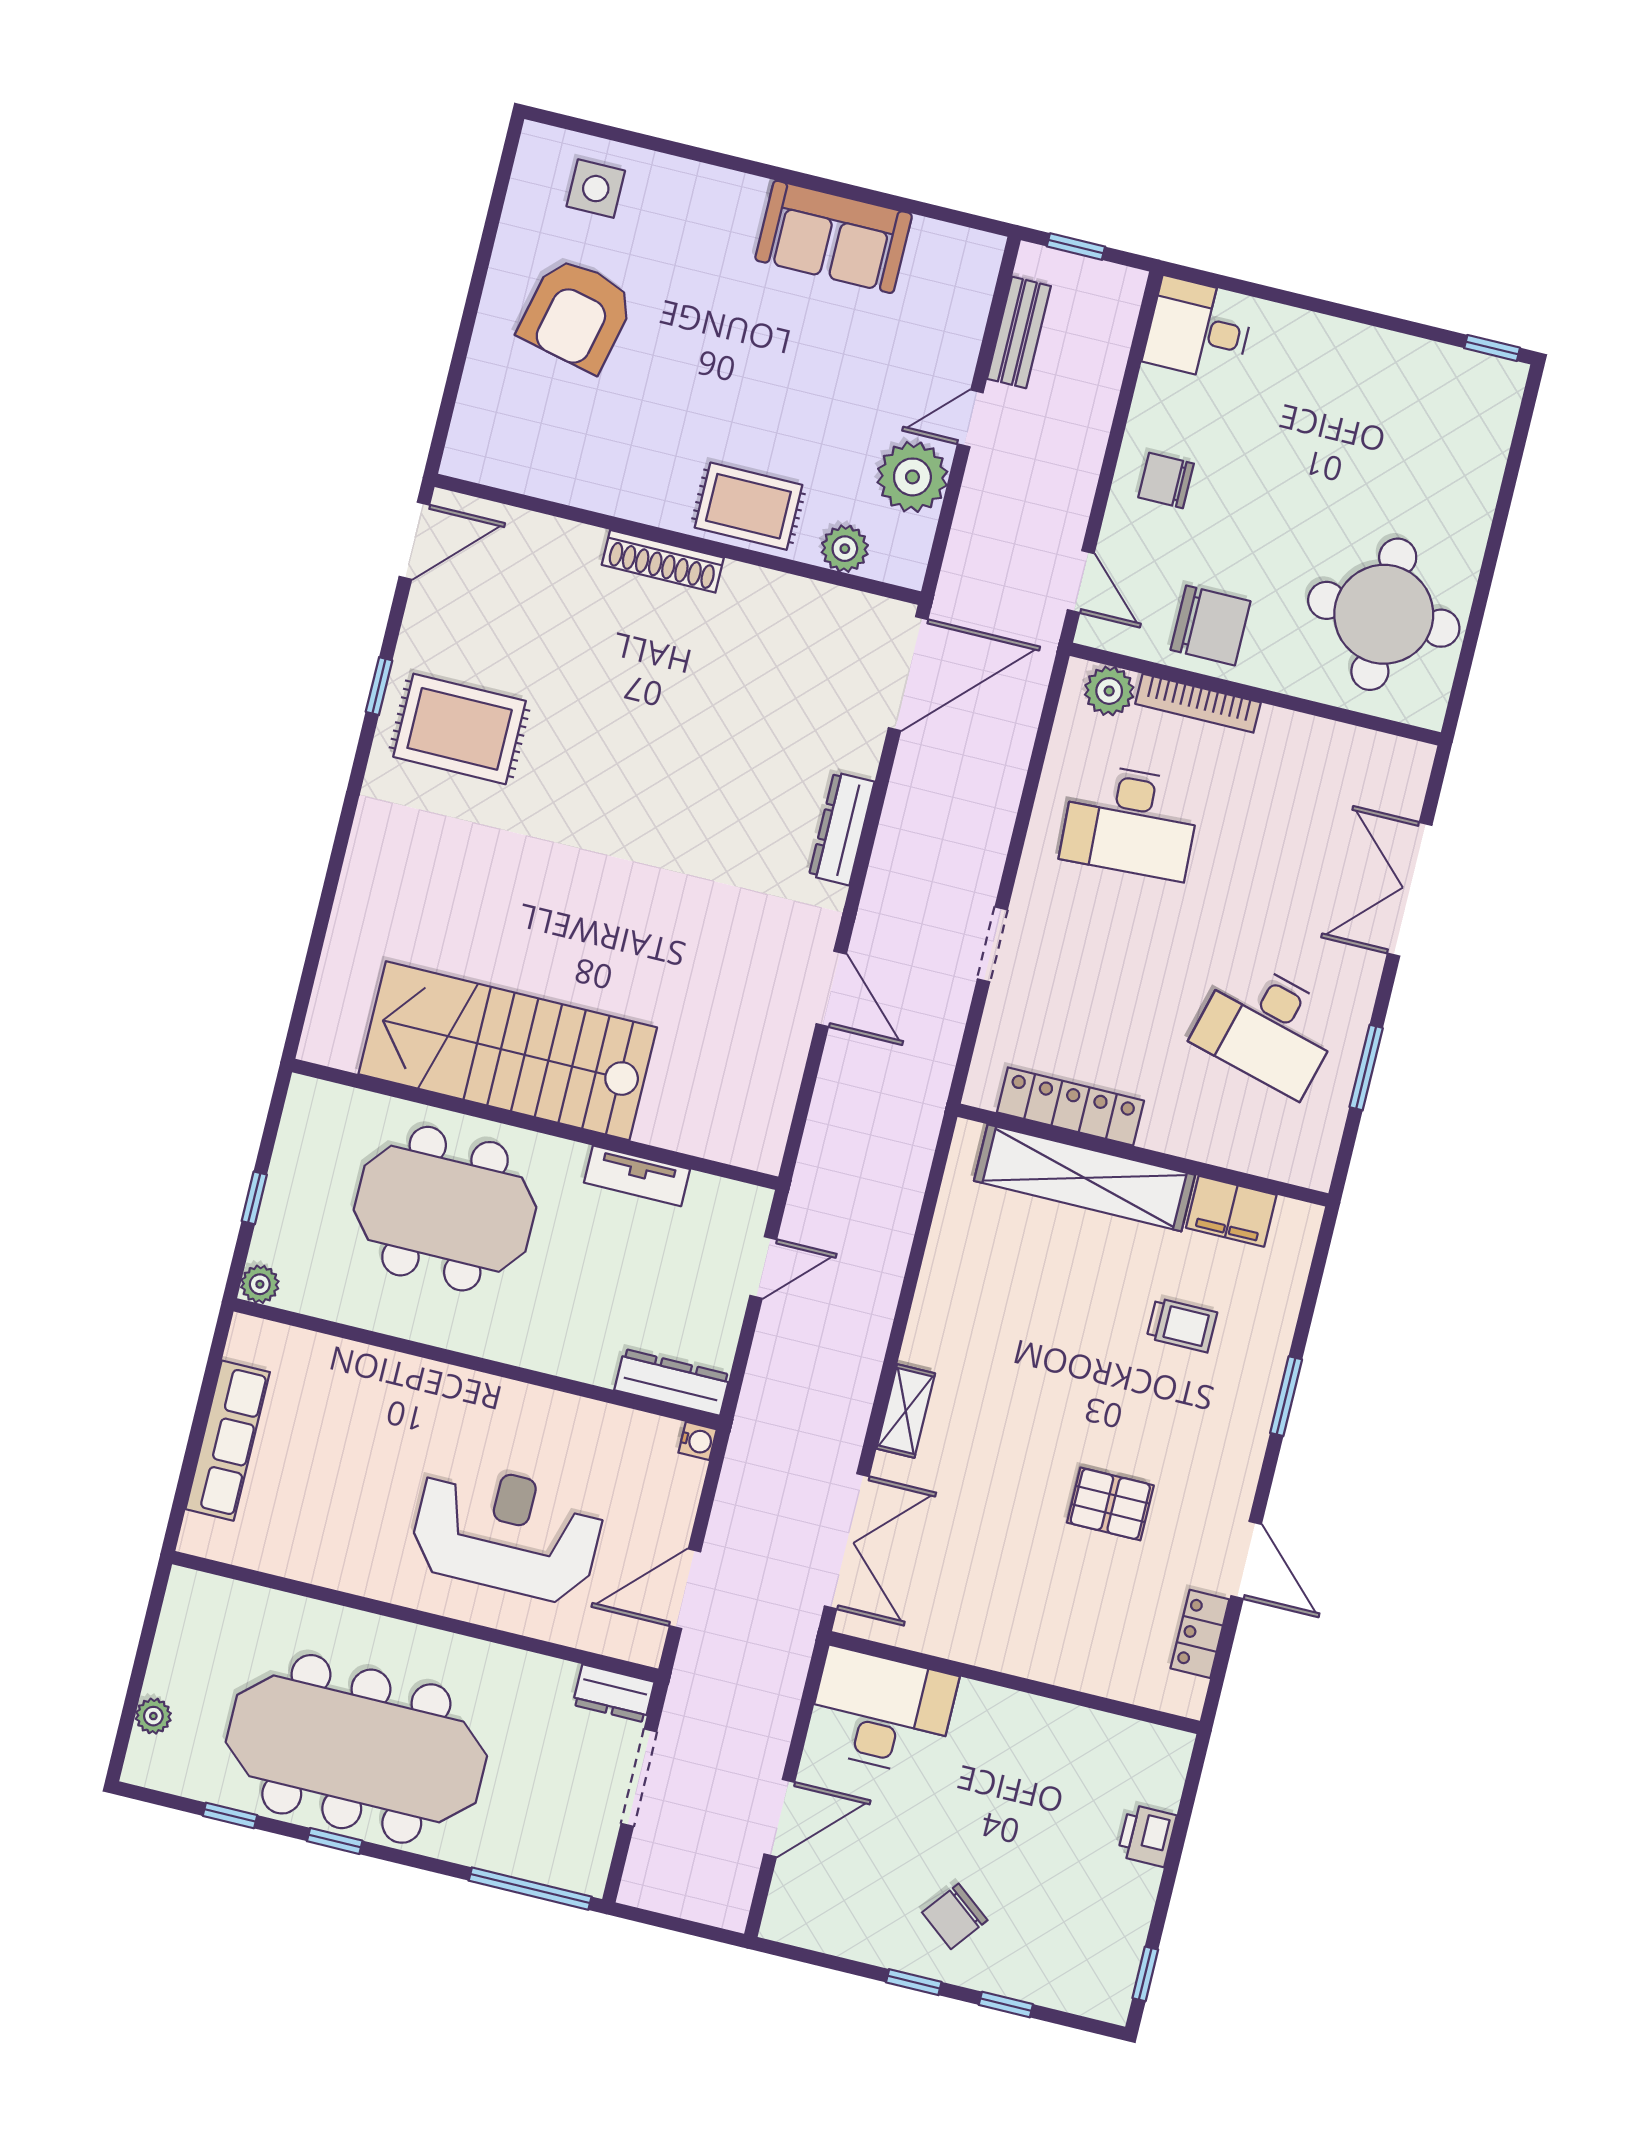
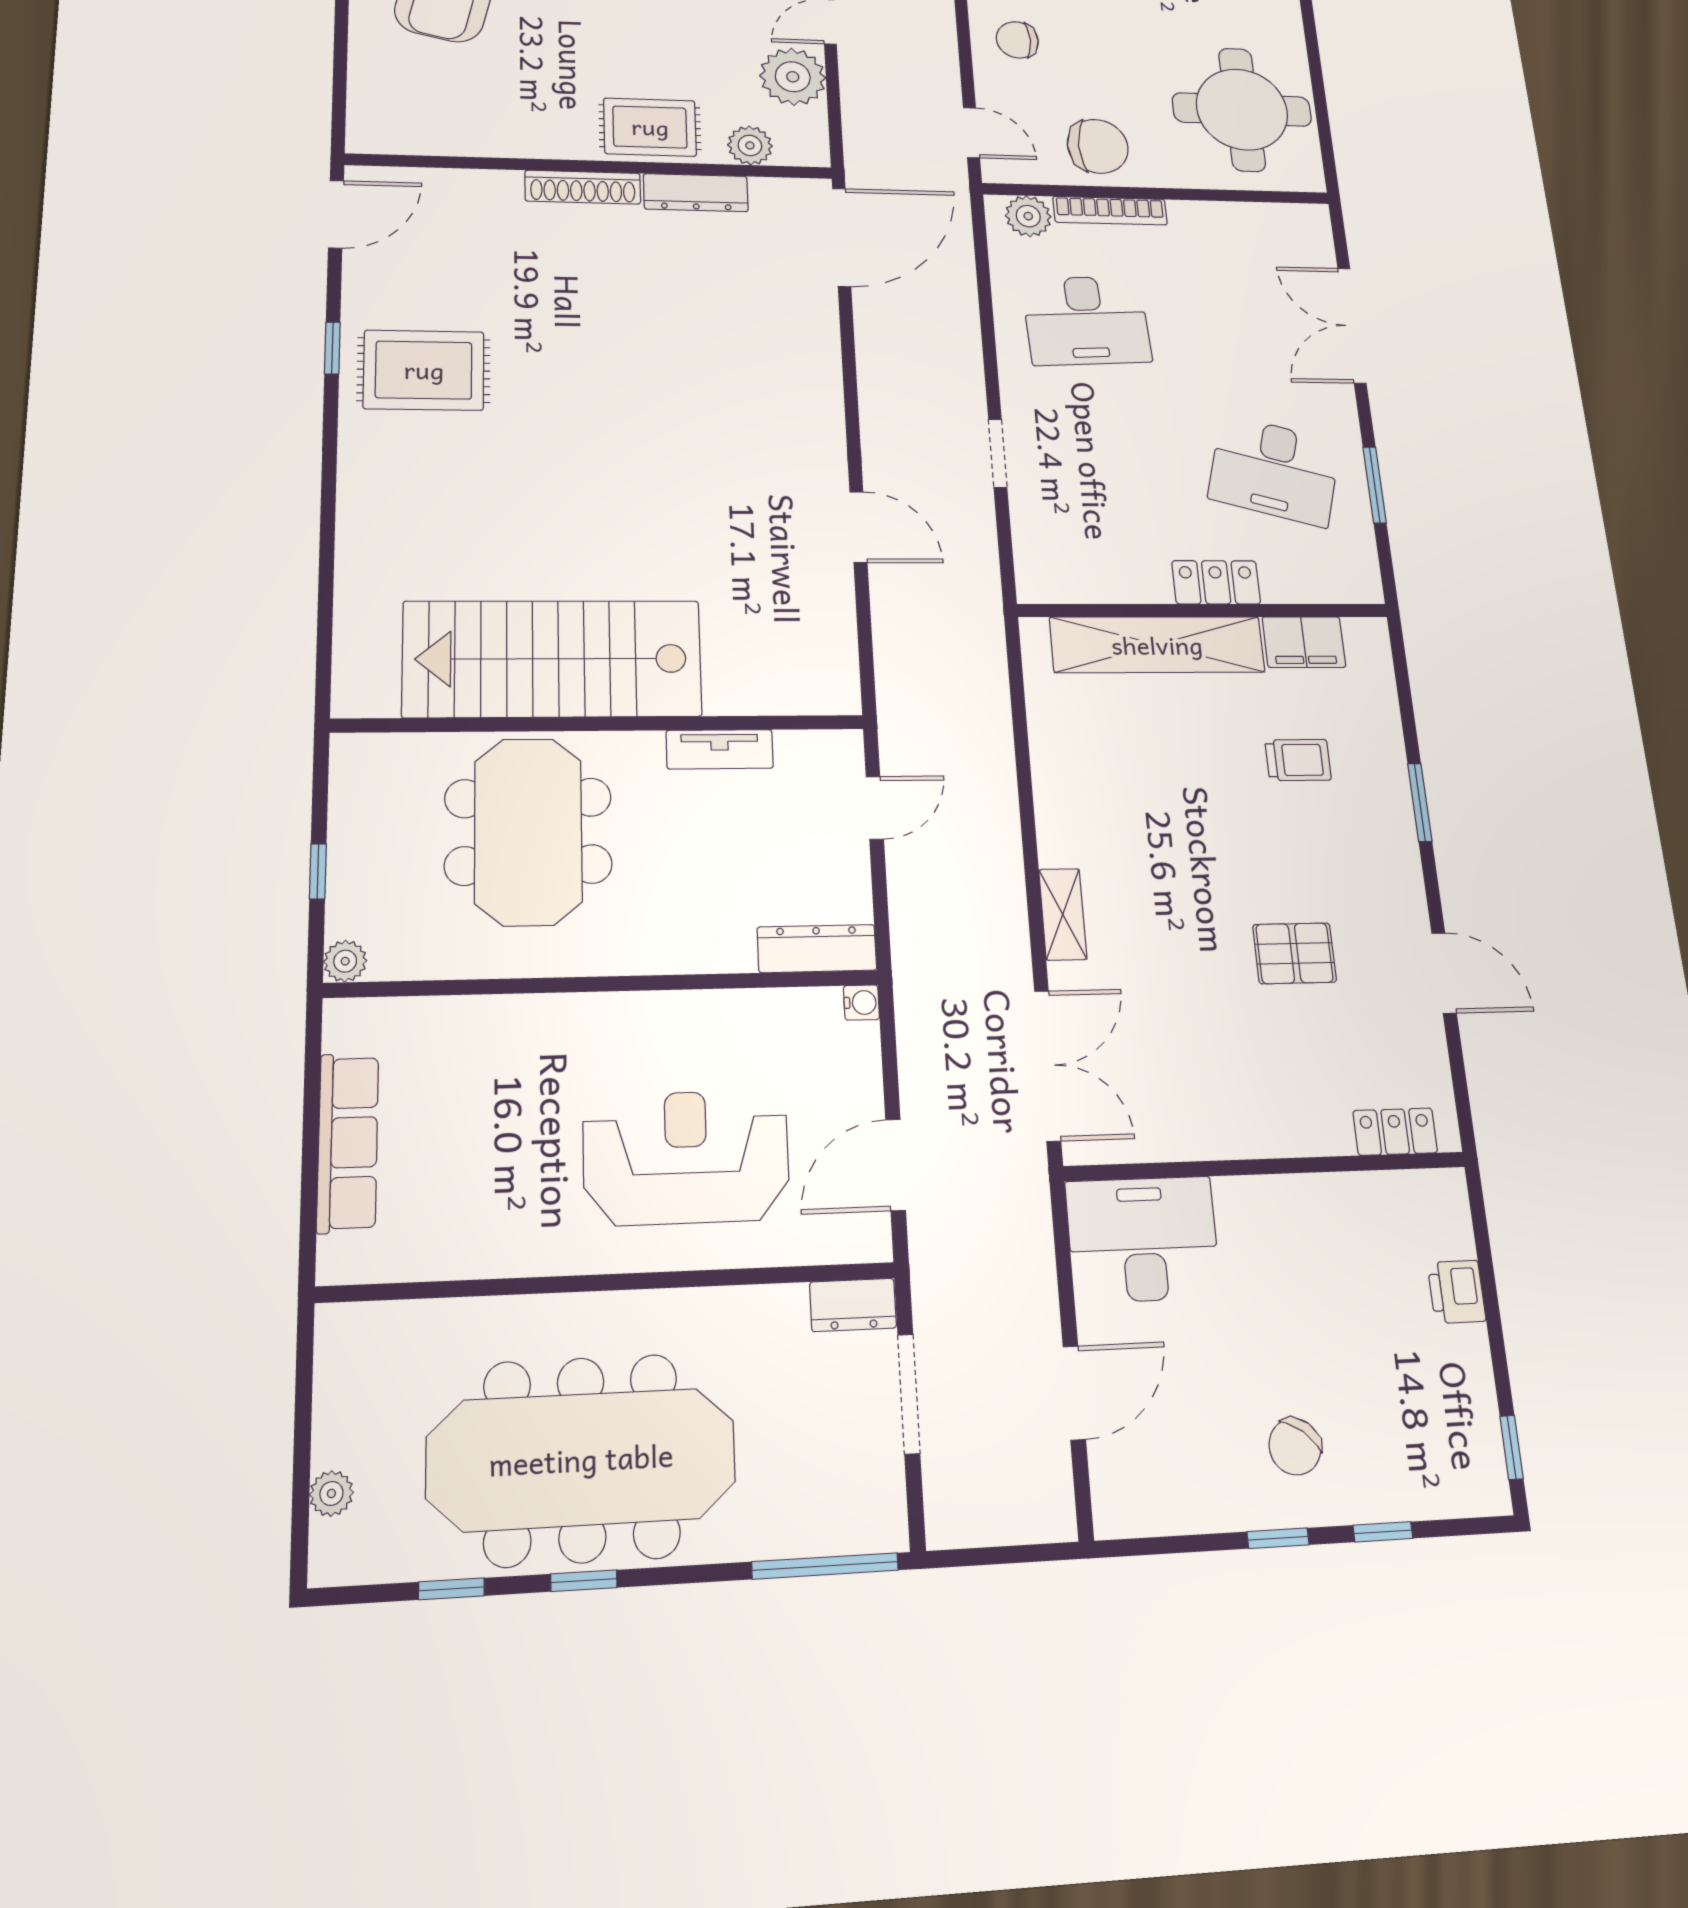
dresser: (842, 829) -> (696, 193), moved, turned -90
locker: (1070, 1107) -> (1216, 582), moved, width x0.66
meeting table: (445, 1209) -> (528, 831), turned 90
locker: (1200, 1634) -> (1395, 1132), moved, turned 90

